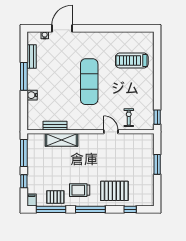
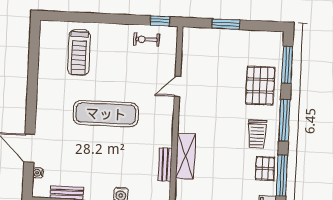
exercise bike: (129, 118) -> (147, 40), moved
window: (130, 209) -> (287, 65), width x2.17

